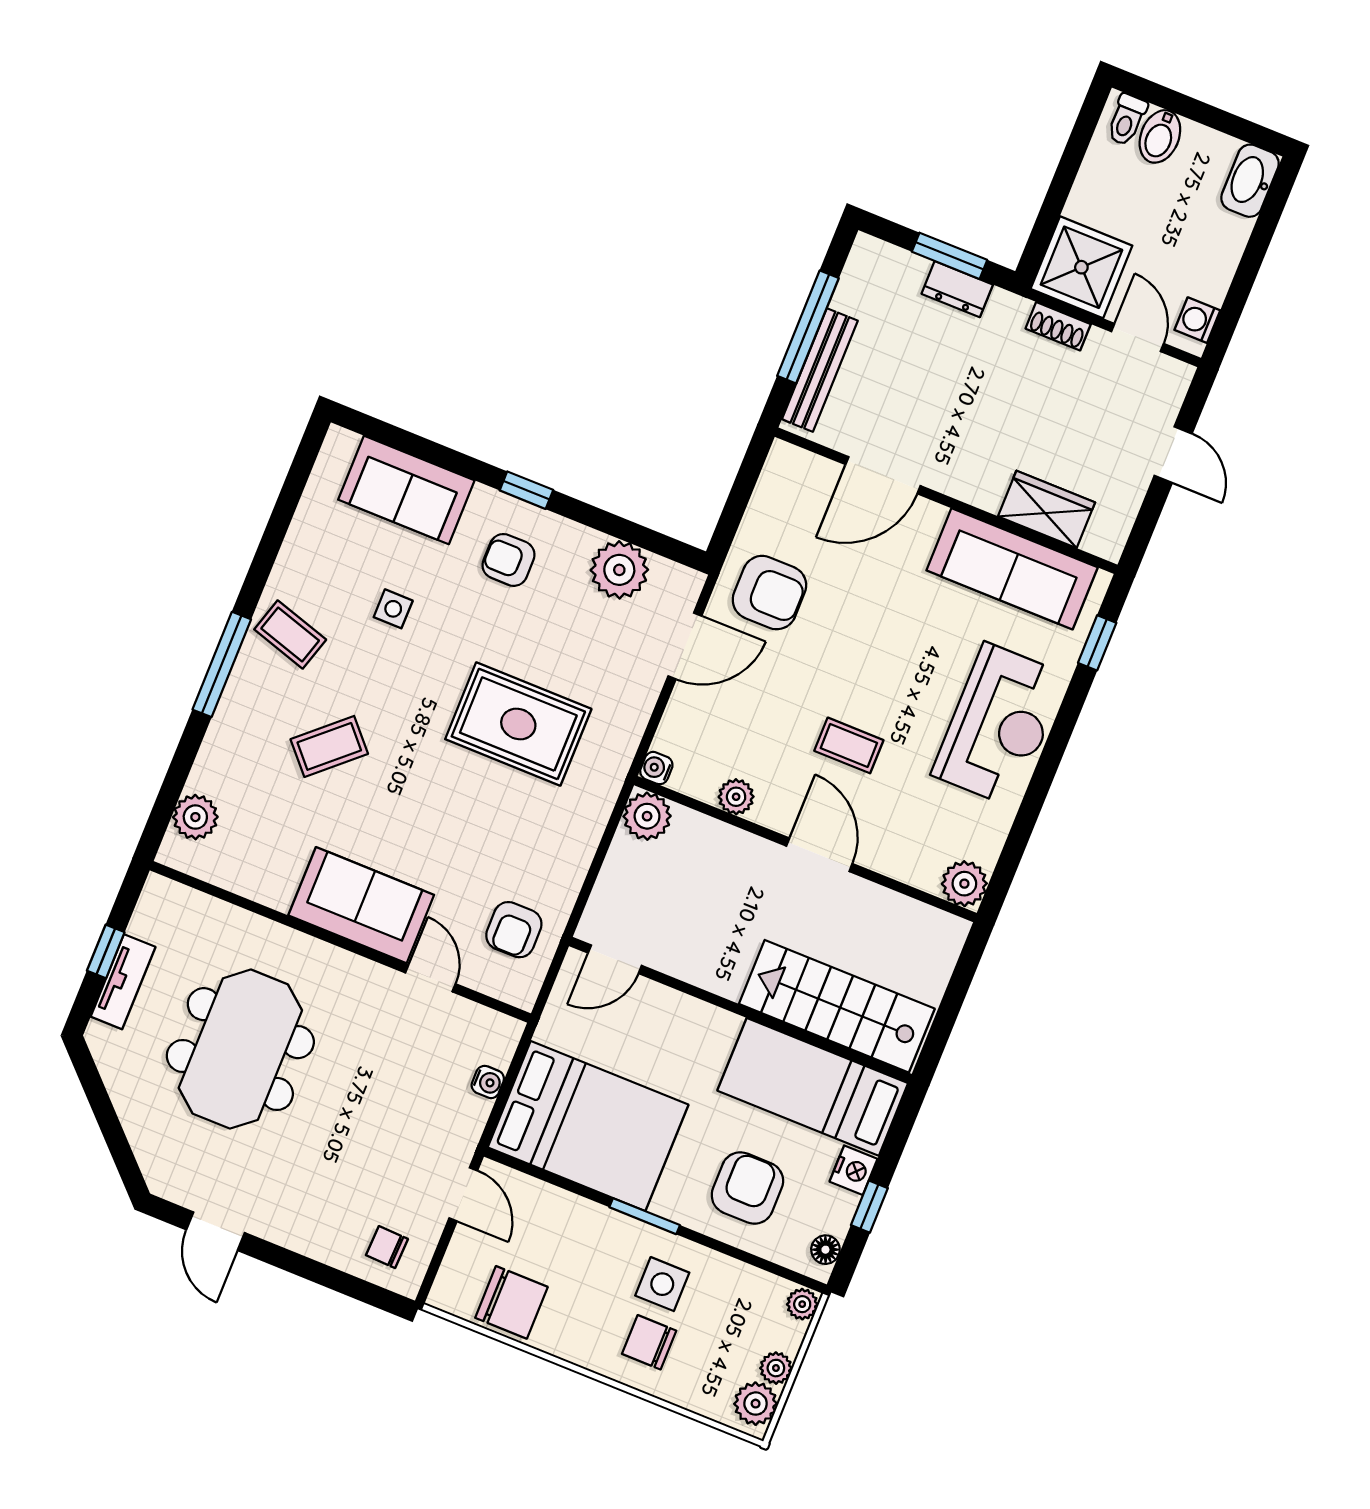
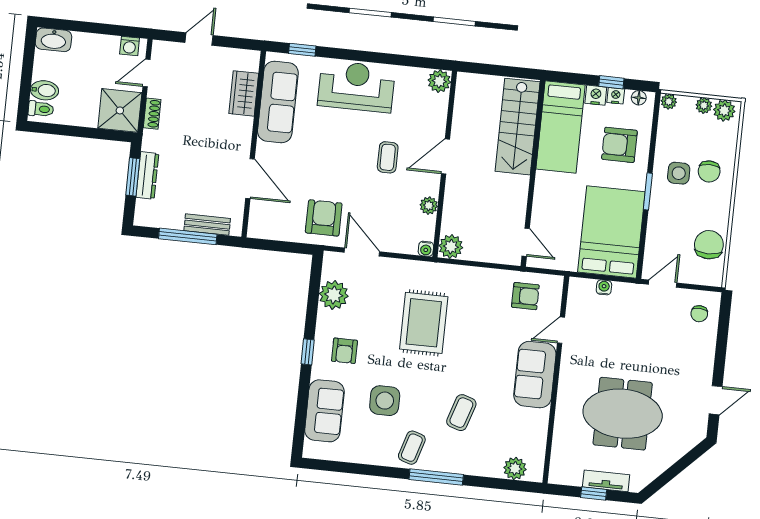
dresser: (957, 289) -> (147, 175), width x1.44
bench: (820, 370) -> (207, 225), width x0.73
side table: (393, 609) -> (385, 401), width x1.87, depth x1.87
coffee table: (329, 746) -> (461, 413), turned 60
nightstand: (842, 1207) -> (616, 96), added

